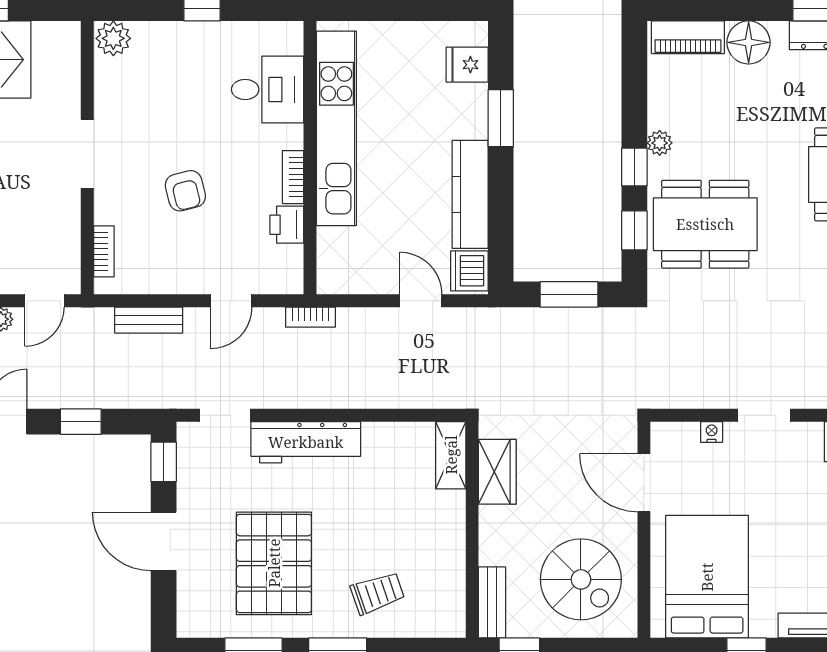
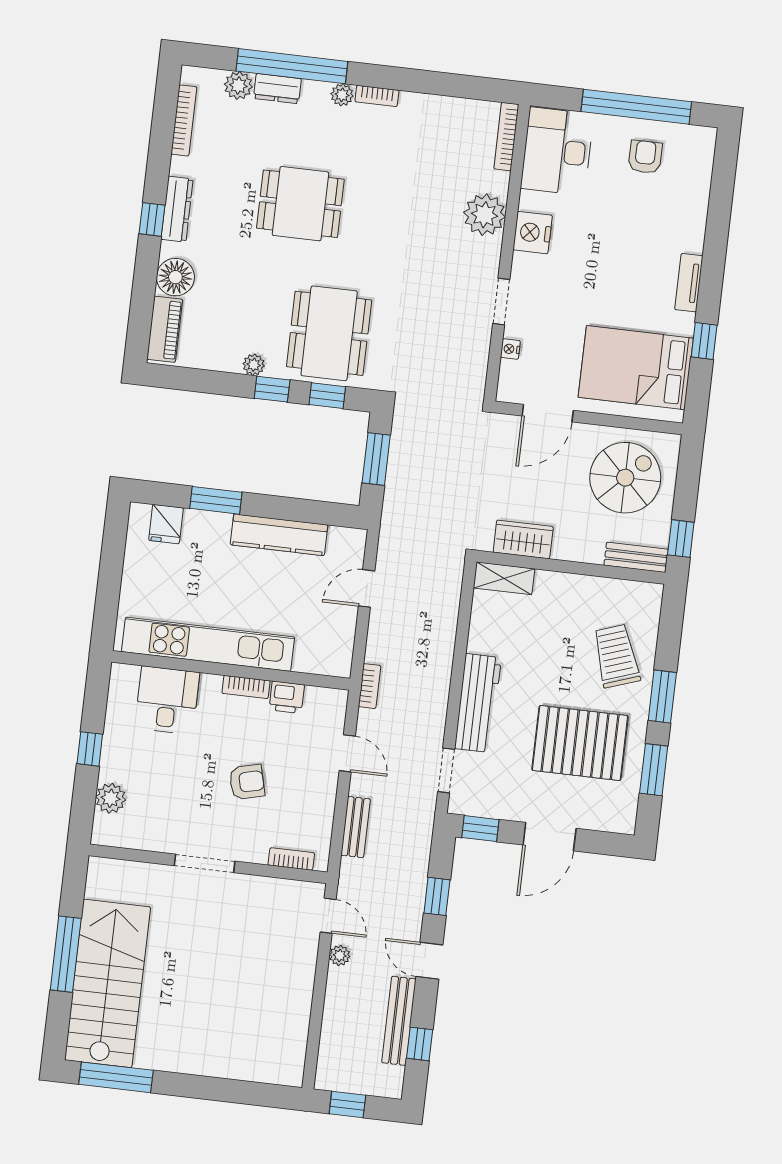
plant: (113, 38) -> (111, 798), moved
dishwasher: (469, 271) -> (345, 543), removed
trolley: (377, 593) -> (616, 656), width x1.36, depth x1.39

